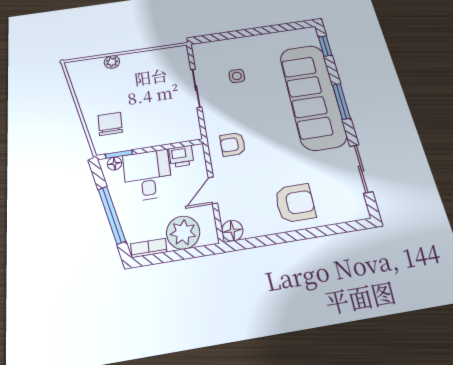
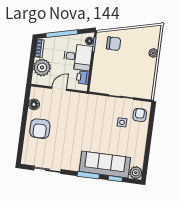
plant: (308, 36) -> (136, 173), added
window: (325, 46) -> (115, 179), moved
sofa: (313, 96) -> (105, 164), width x0.74, depth x0.79
armchair: (233, 144) -> (140, 115), moved
door: (213, 190) -> (59, 89), hinge flipped
floor lamp: (232, 231) -> (34, 104), moved

